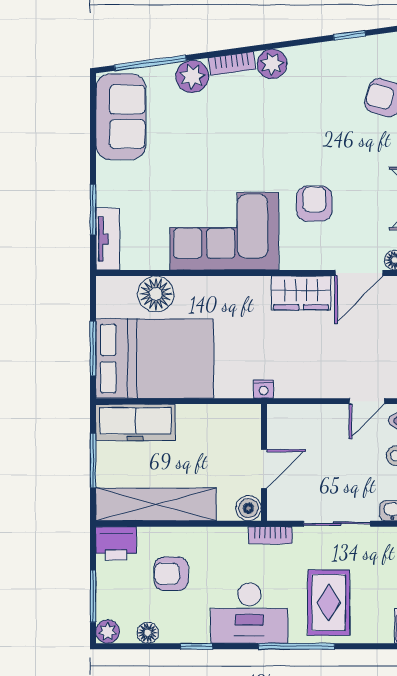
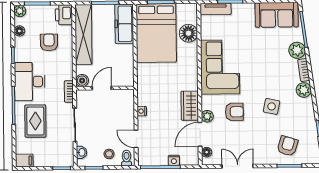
side table: (304, 129) -> (272, 106), added
plant: (323, 258) -> (207, 116), added
door: (359, 273) -> (200, 134), hinge flipped
nightstand: (264, 389) -> (142, 111), moved
door: (264, 469) -> (102, 88), swing flipped
rug: (329, 603) -> (35, 121), turned 90

